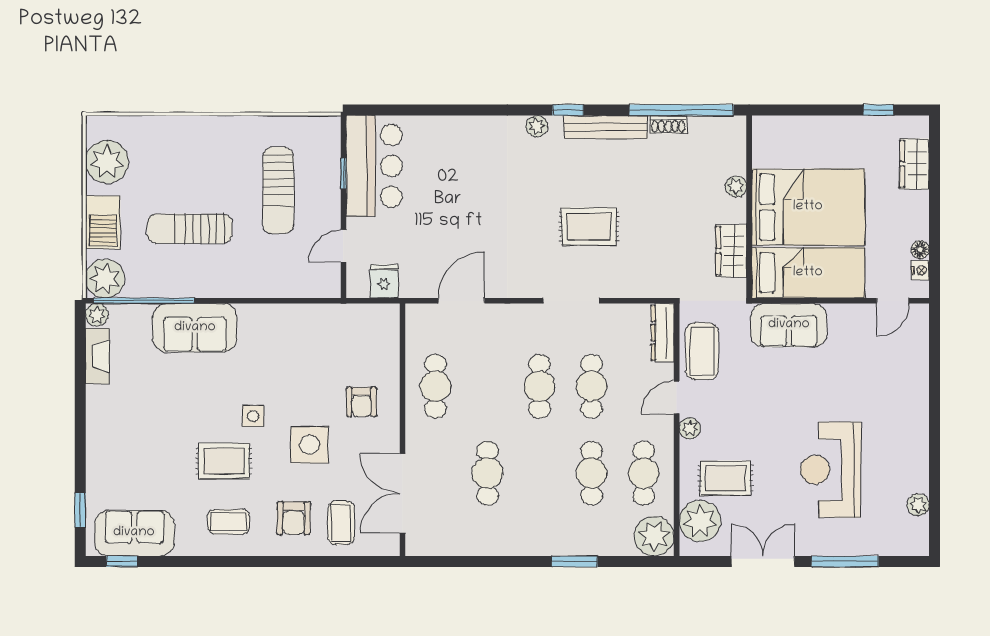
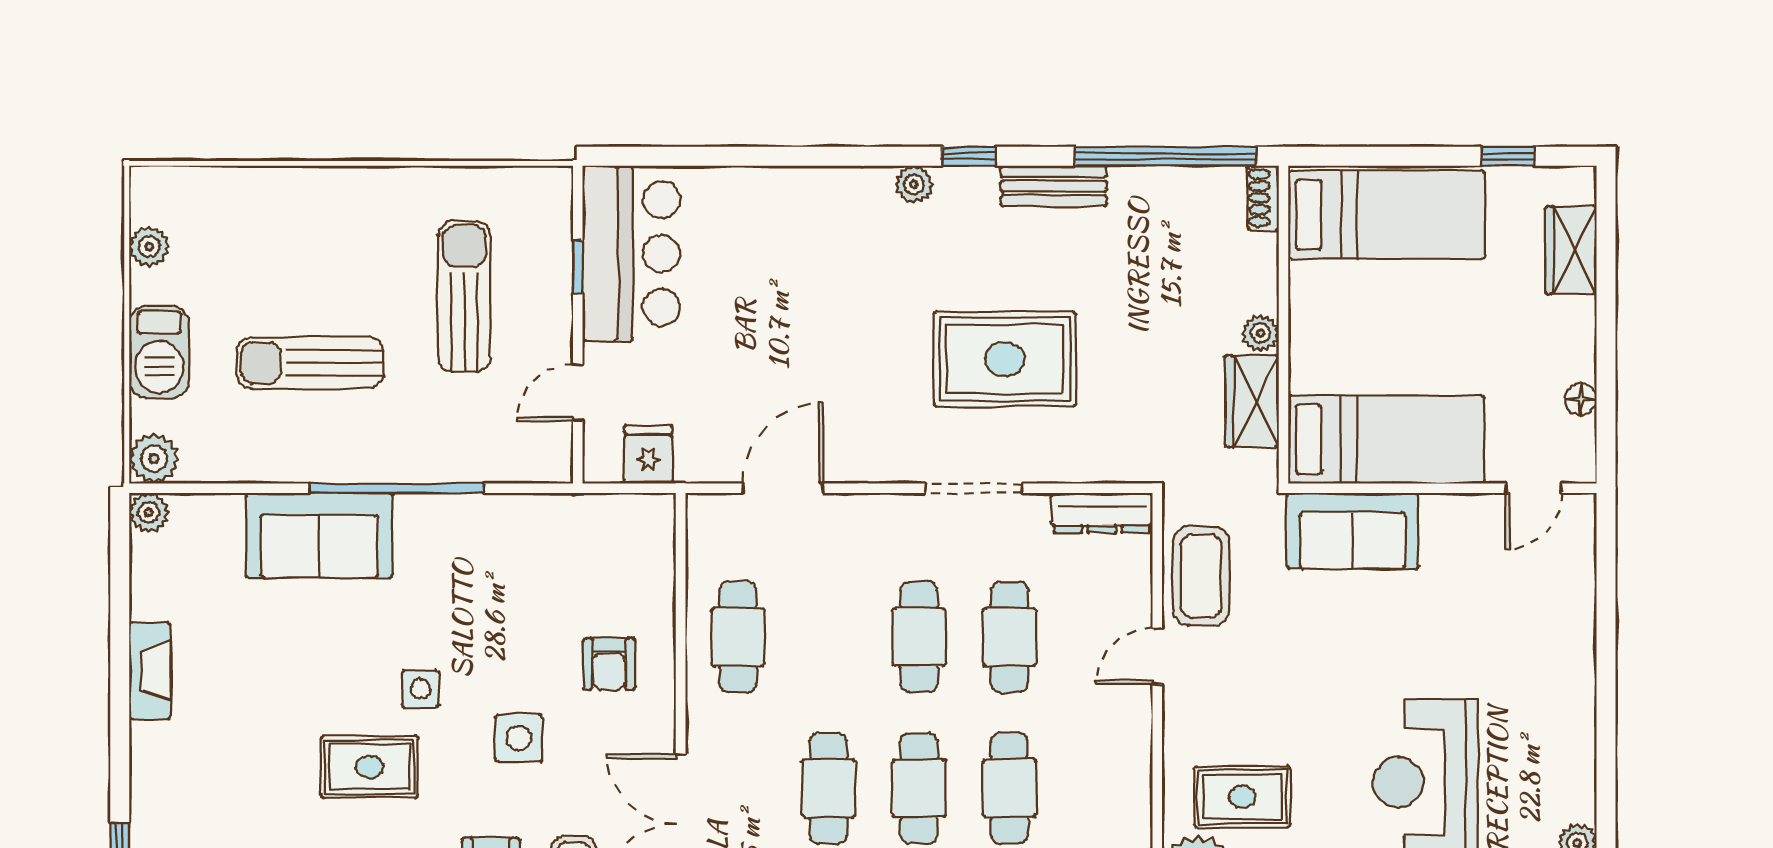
shoe rack: (668, 124) -> (1263, 198), moved, turned 90
bench: (606, 127) -> (1054, 186), width x0.73
plant: (107, 162) -> (149, 246), width x0.53, depth x0.53
plant: (736, 186) -> (1261, 333), moved
sun lounger: (278, 191) -> (464, 296), turned 180
bed: (808, 207) -> (1387, 215), moved, width x0.67
rug: (589, 227) -> (1005, 359), width x1.36, depth x1.43
nightstand: (920, 270) -> (1581, 435), removed
plant: (105, 279) -> (154, 459), width x0.73, depth x0.73
window: (144, 301) -> (397, 488), moved
dresser: (662, 333) -> (1102, 513), moved, turned -90
fireplace: (97, 356) -> (150, 671), moved
plant: (690, 428) -> (1180, 710), removed
side table: (310, 445) -> (519, 738), width x0.73, depth x0.73
cafe table: (644, 473) -> (919, 788), moved

